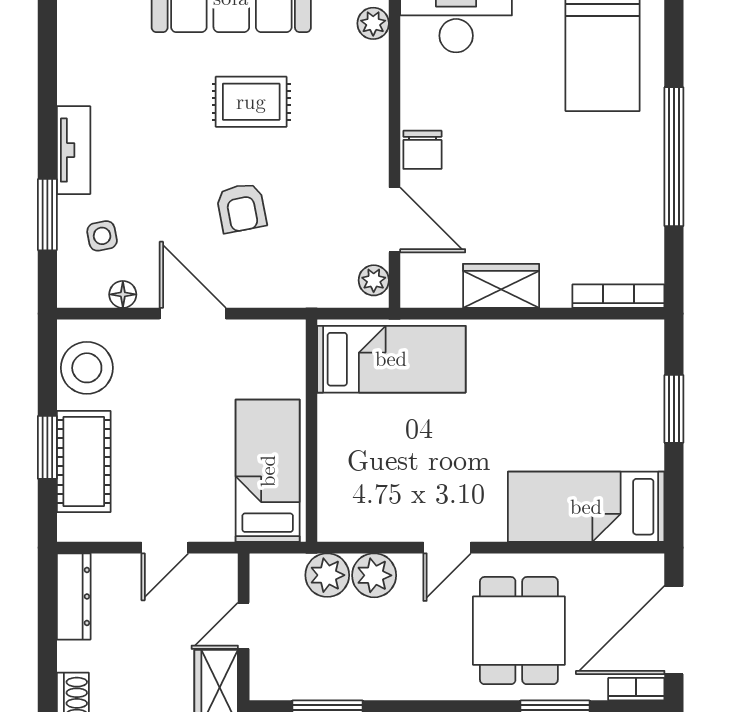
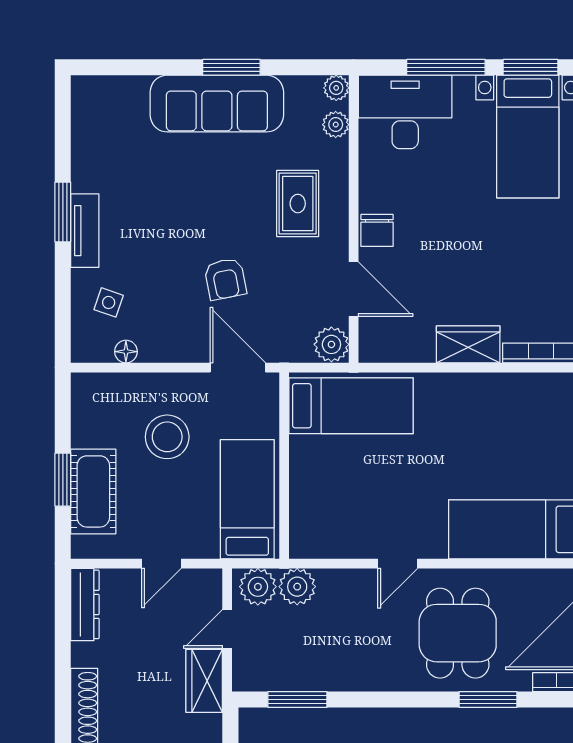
rug: (251, 102) -> (298, 204), moved, turned 90
window: (47, 215) -> (63, 212), moved
side table: (102, 236) -> (109, 302), turned 30
plant: (374, 280) -> (331, 344), width x1.38, depth x1.38
wardrobe: (501, 286) -> (468, 344), moved
door: (193, 314) -> (238, 368), moved
stool: (87, 368) -> (167, 437), moved
plant: (374, 575) -> (258, 587), moved

